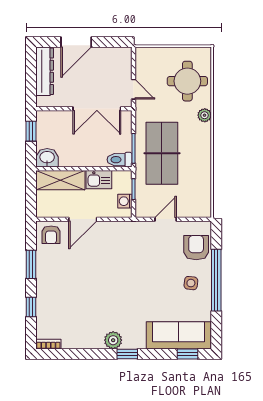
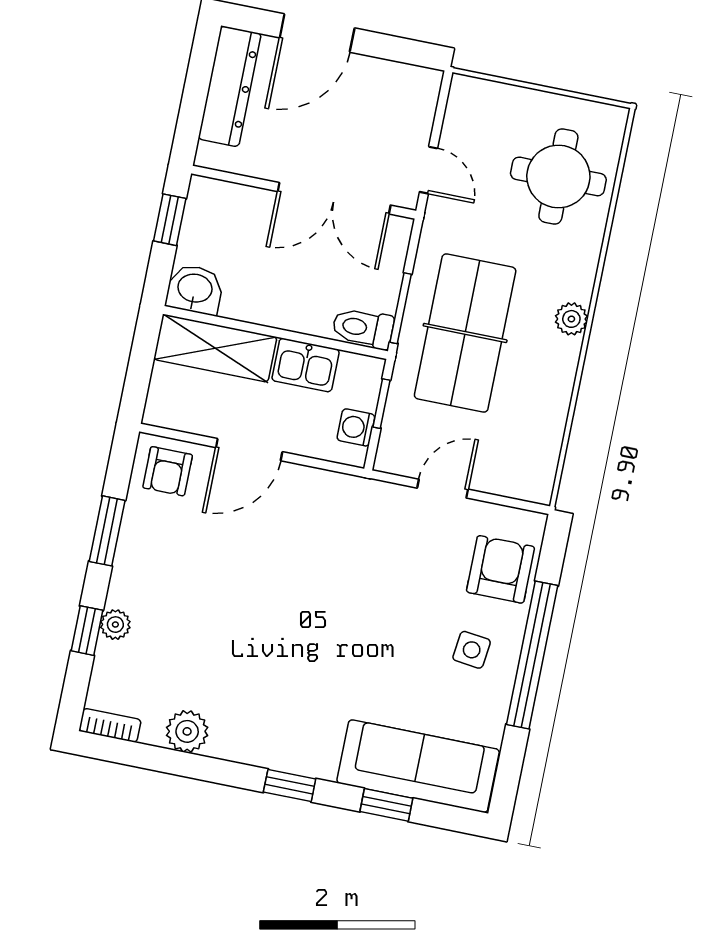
plant: (205, 115) -> (571, 319), moved
plant: (42, 302) -> (115, 625), added
plant: (113, 340) -> (187, 731), moved
window: (188, 354) -> (386, 805), moved

